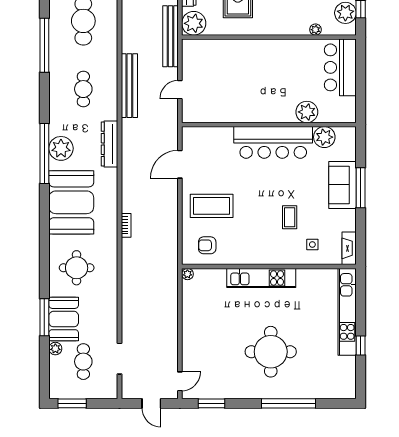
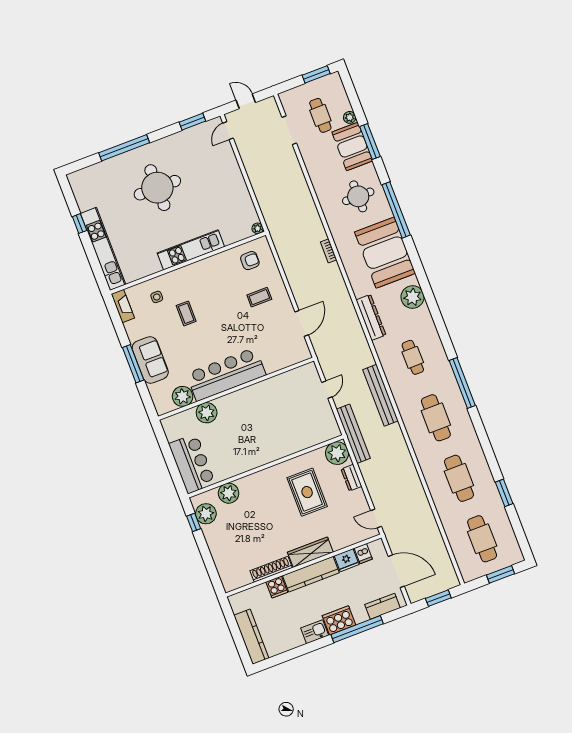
plant: (315, 30) -> (229, 493), width x1.87, depth x1.87
bench: (129, 86) -> (380, 395), moved
window: (44, 153) -> (396, 210), moved
coffee table: (212, 206) -> (259, 297), width x0.54, depth x0.58

